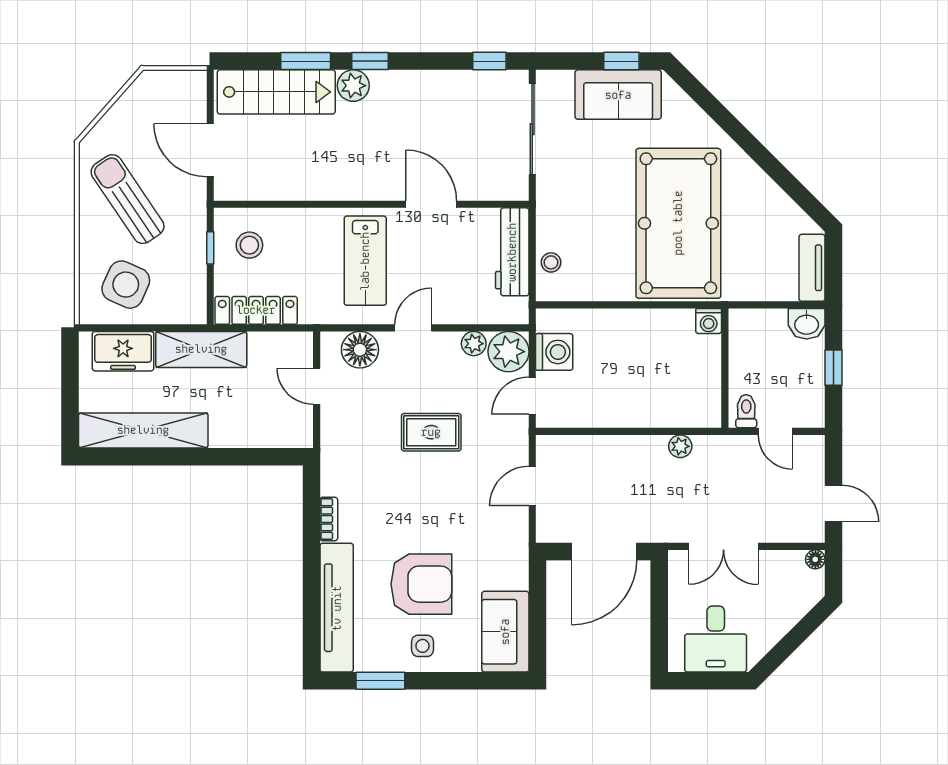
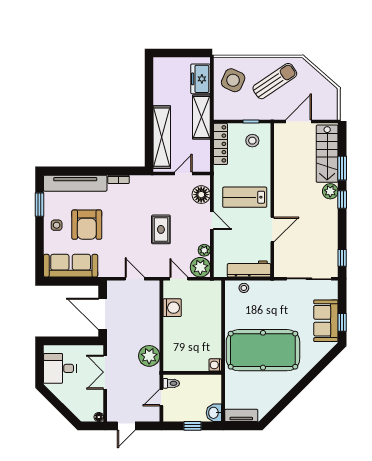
washing machine: (554, 352) -> (172, 308), moved, turned -90
shelving: (143, 430) -> (162, 137), moved
plant: (680, 446) -> (149, 356), width x1.88, depth x1.88
sofa: (505, 632) -> (71, 266), width x1.36

